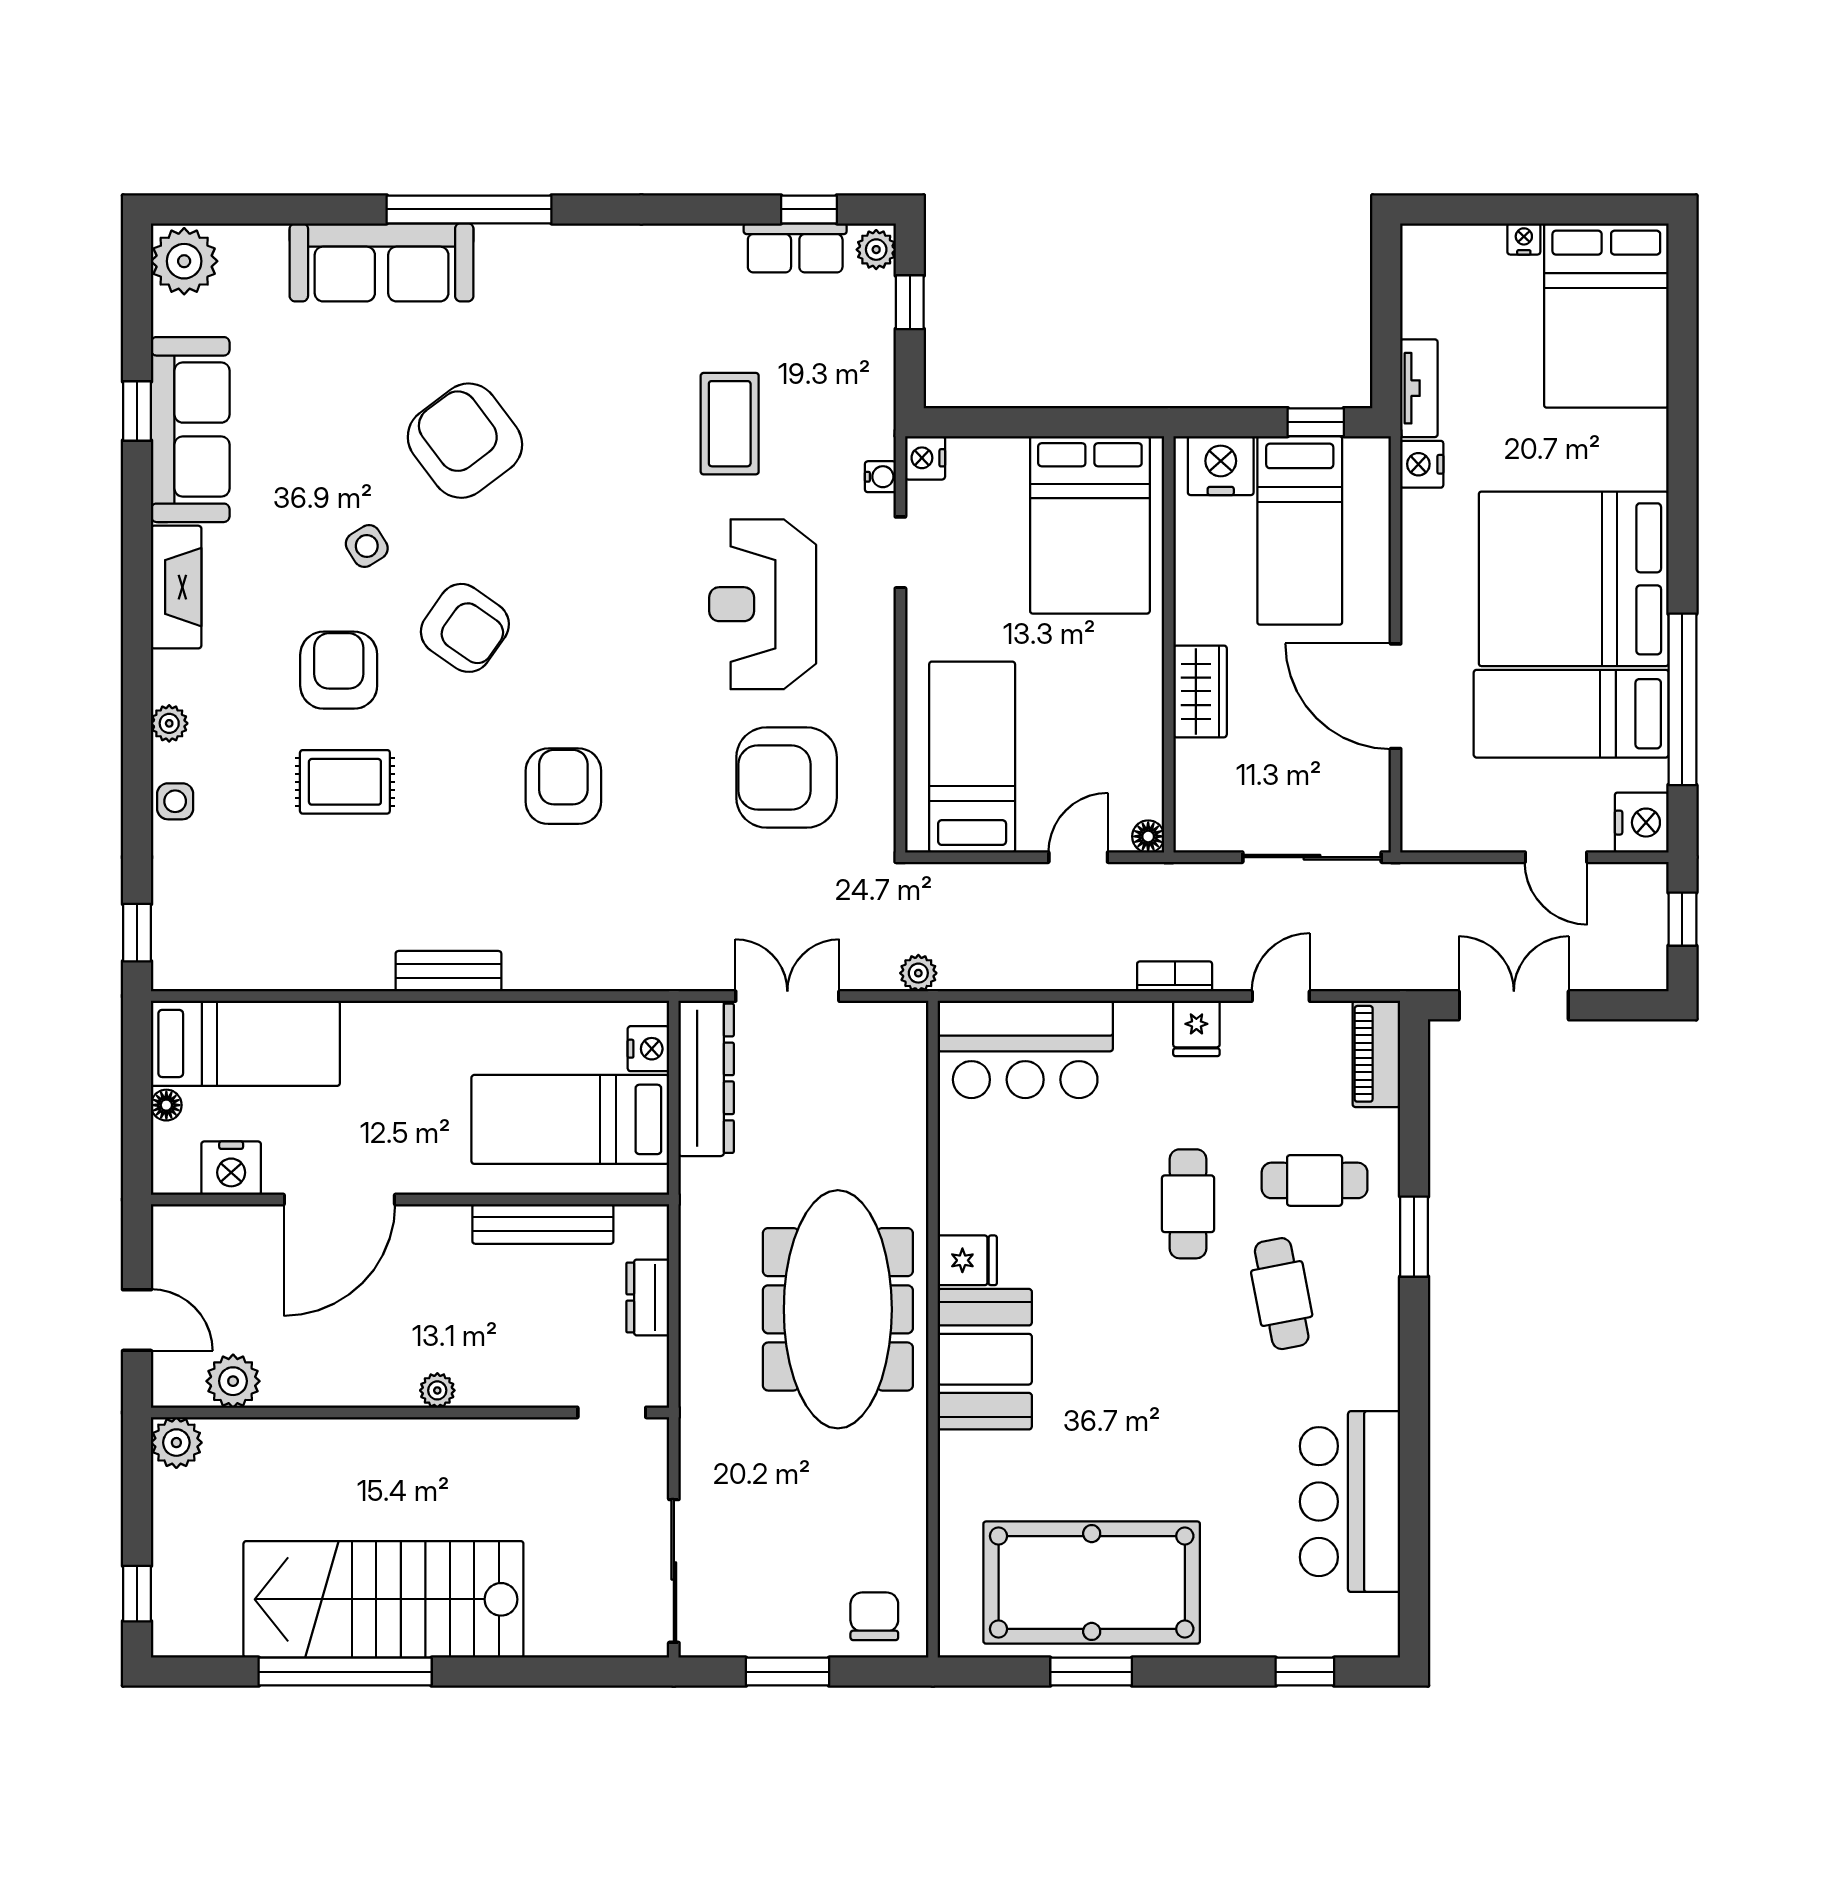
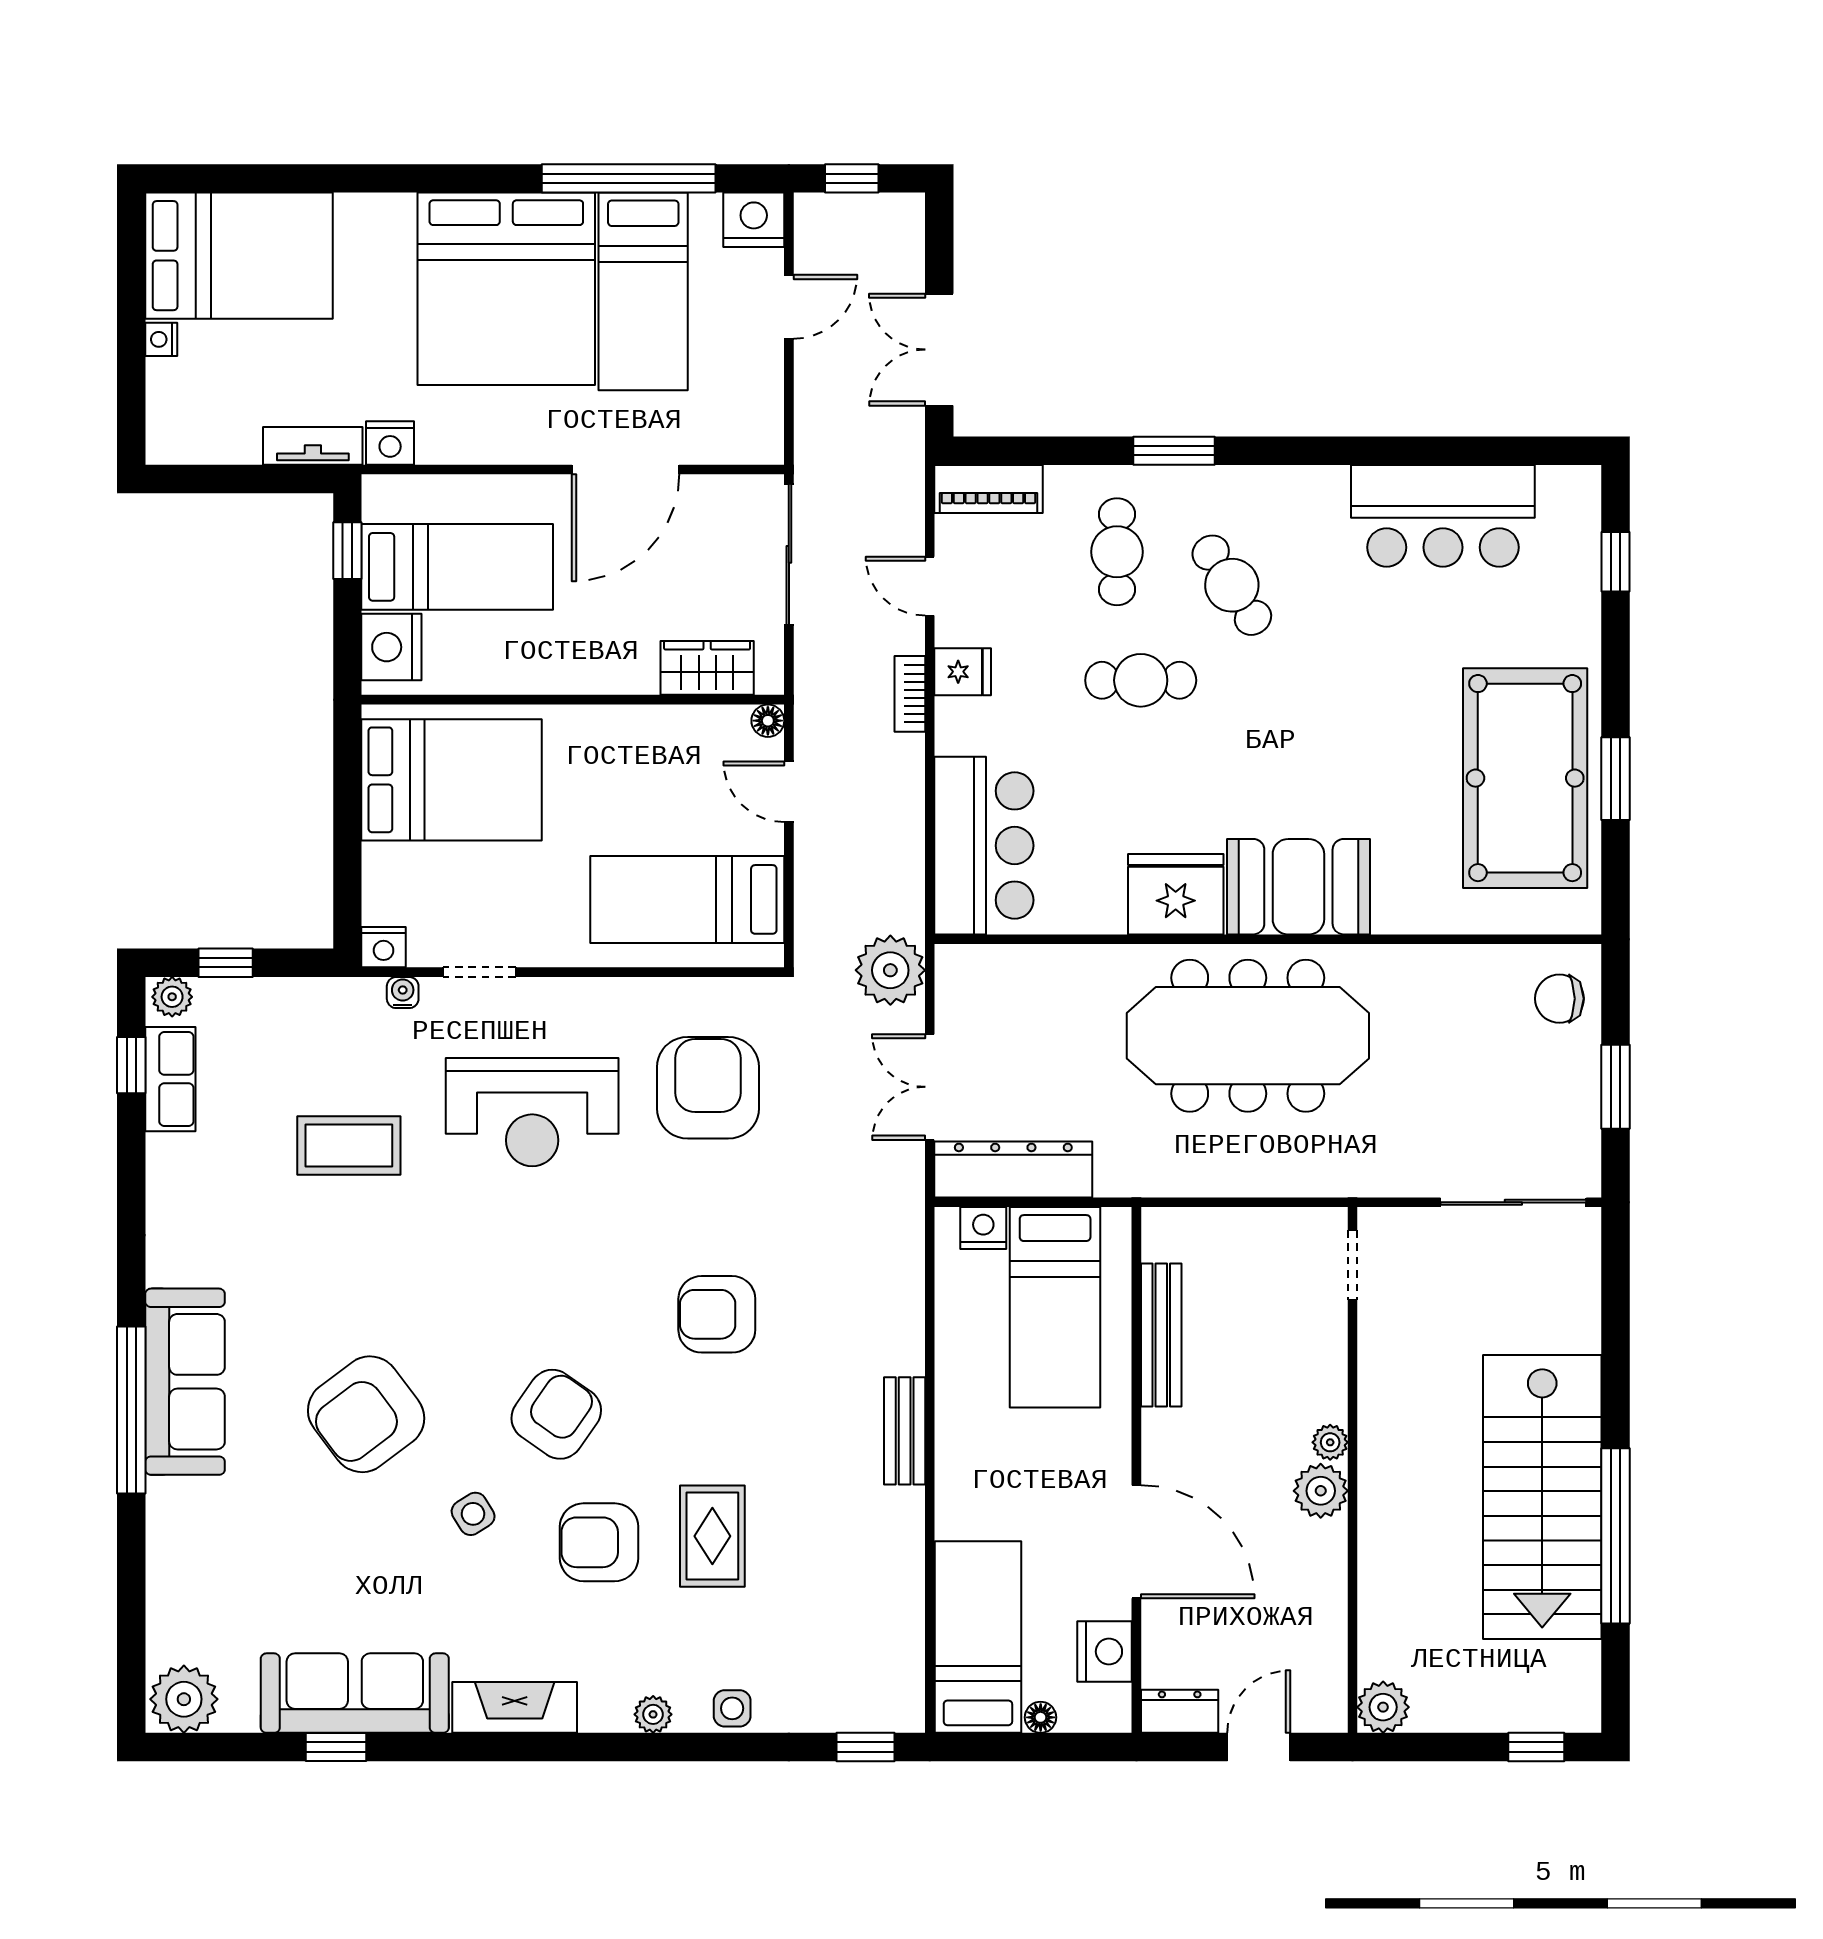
sofa: (382, 262) -> (185, 1382), moved
wardrobe: (1200, 691) -> (707, 668), moved
armchair: (787, 777) -> (708, 1088), turned 180
plant: (918, 973) -> (890, 970), width x1.88, depth x1.88
fridge: (967, 1260) -> (1176, 894), width x1.88, depth x1.34
cafe table: (1282, 1294) -> (1232, 585), turned 68
dresser: (648, 1297) -> (1180, 1711), moved, turned 180
plant: (233, 1381) -> (1321, 1491), moved

